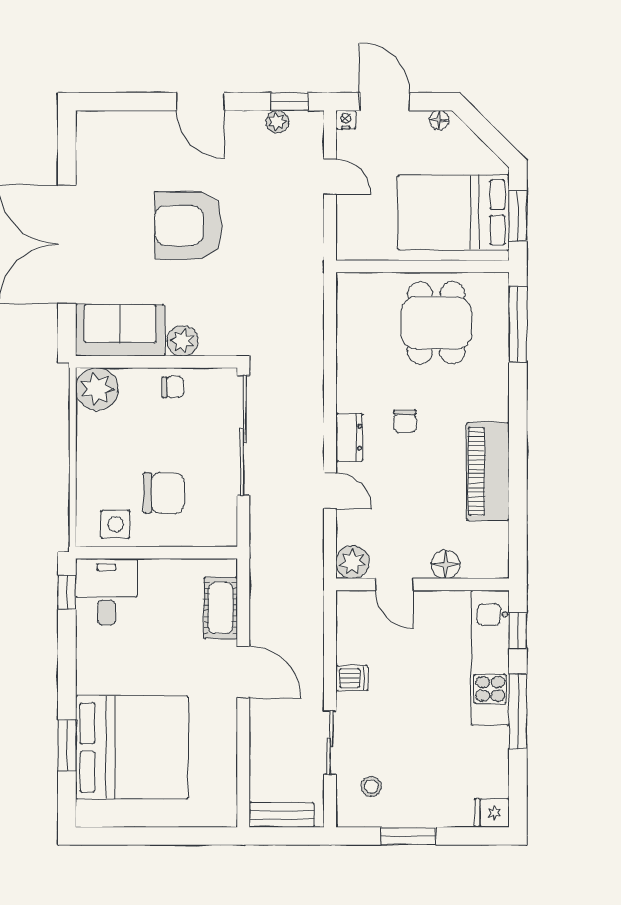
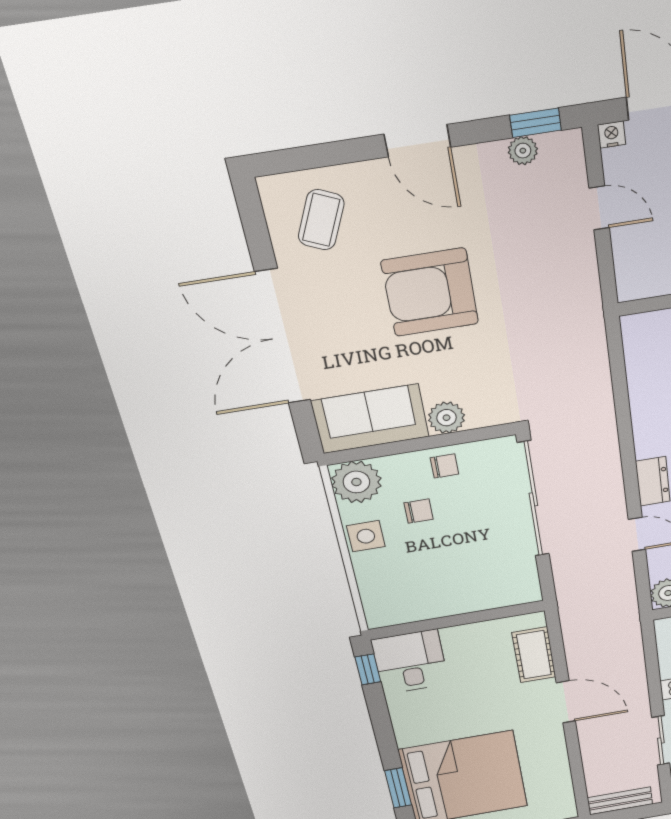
coffee table: (117, 152) -> (321, 220), added
chair: (164, 493) -> (419, 511), moved, width x0.54, depth x0.54
side table: (115, 524) -> (366, 536), moved

